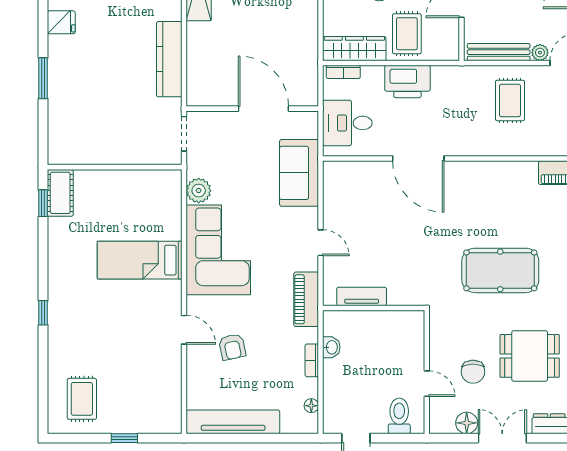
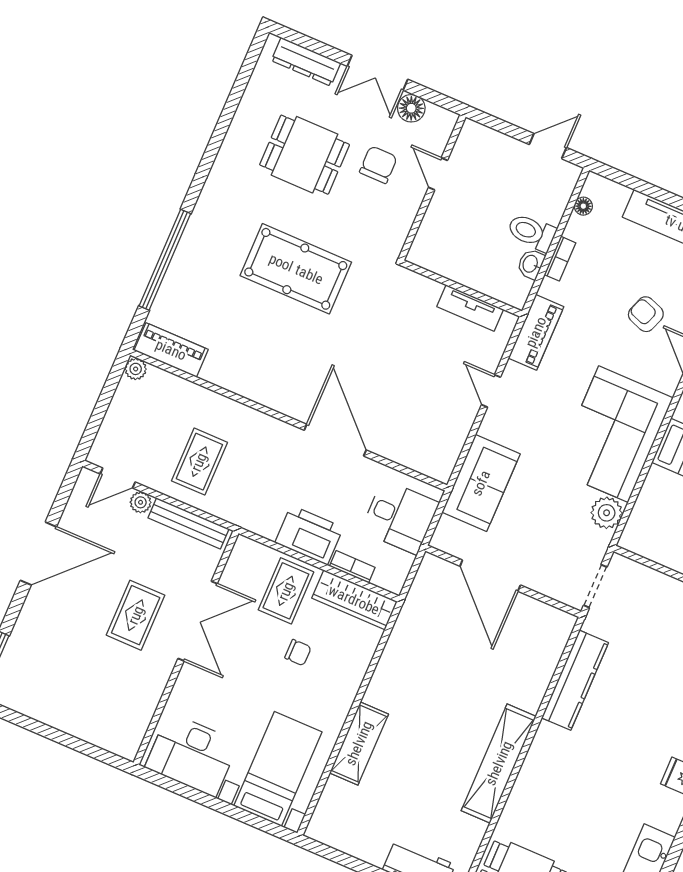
bookcase: (343, 72) -> (352, 567), moved
armchair: (232, 347) -> (646, 314), turned -58
toilet: (399, 416) -> (532, 232), moved, turned 90

